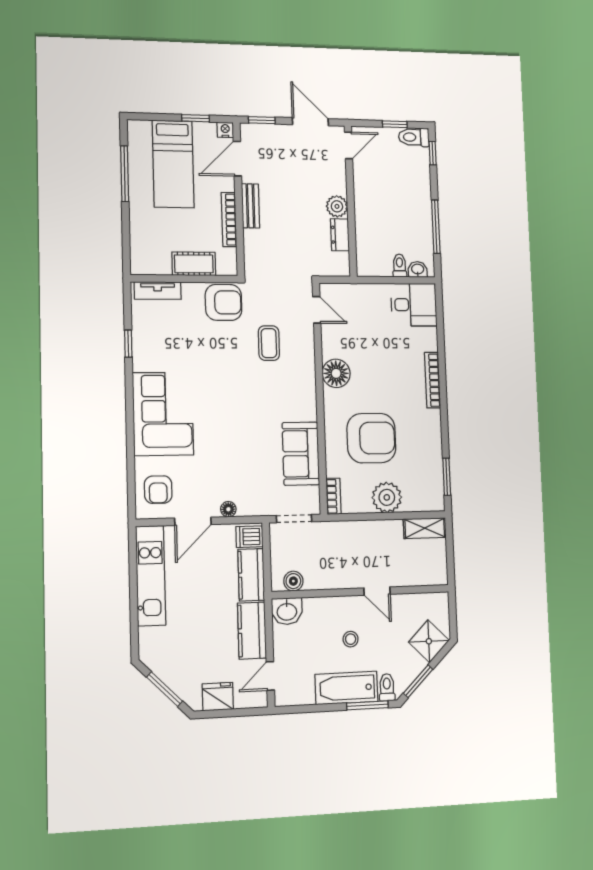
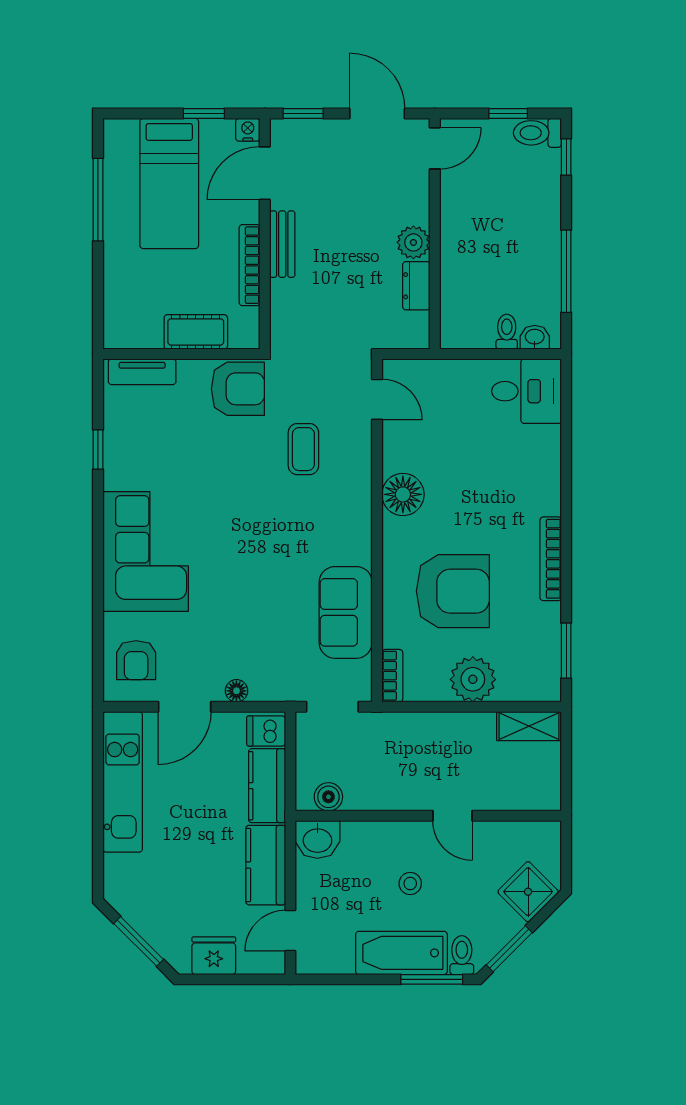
bookcase: (433, 380) -> (551, 559), moved

